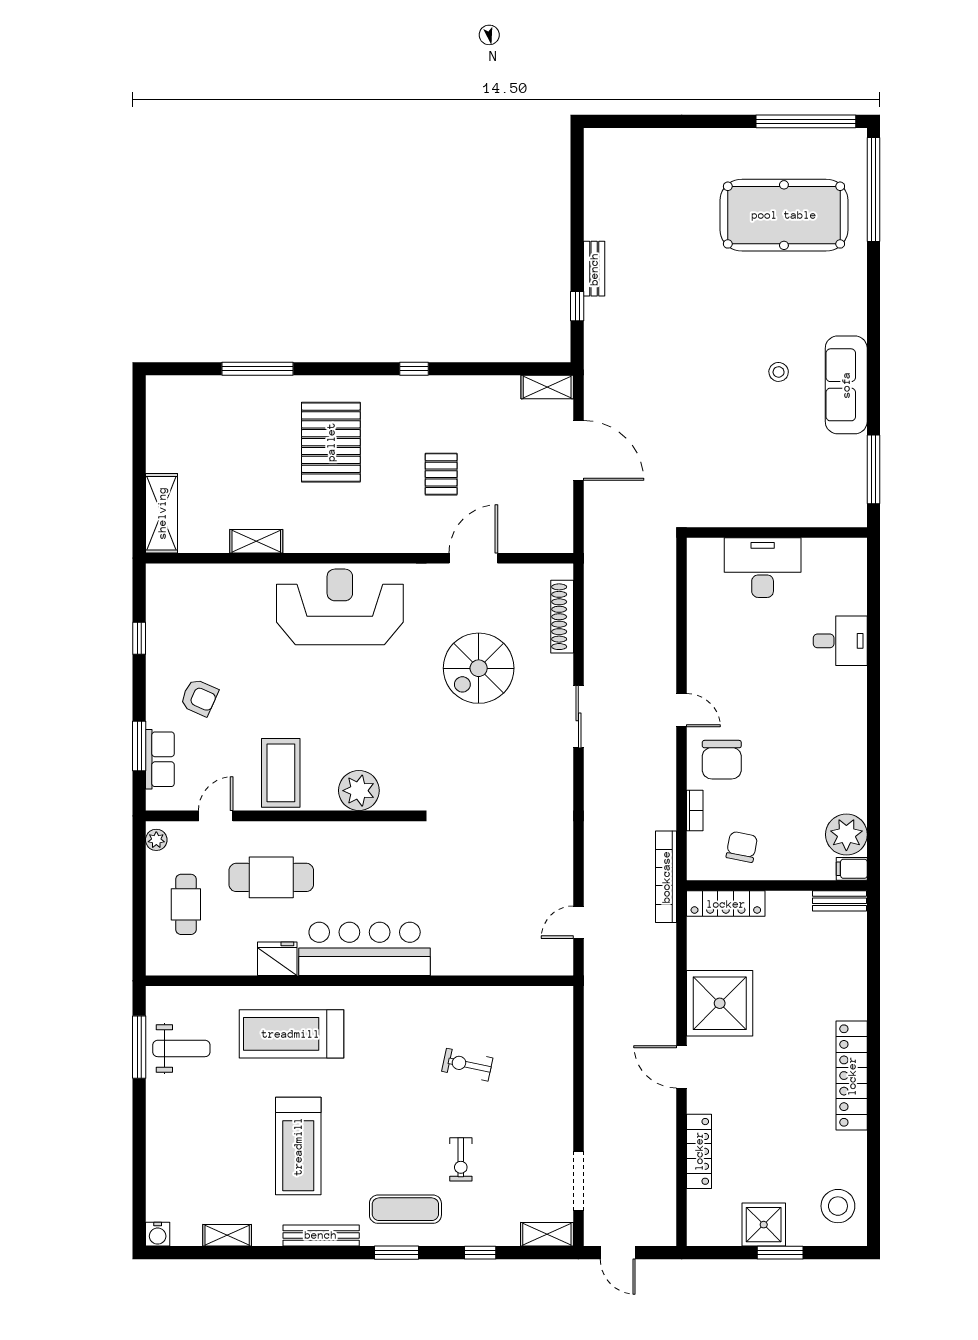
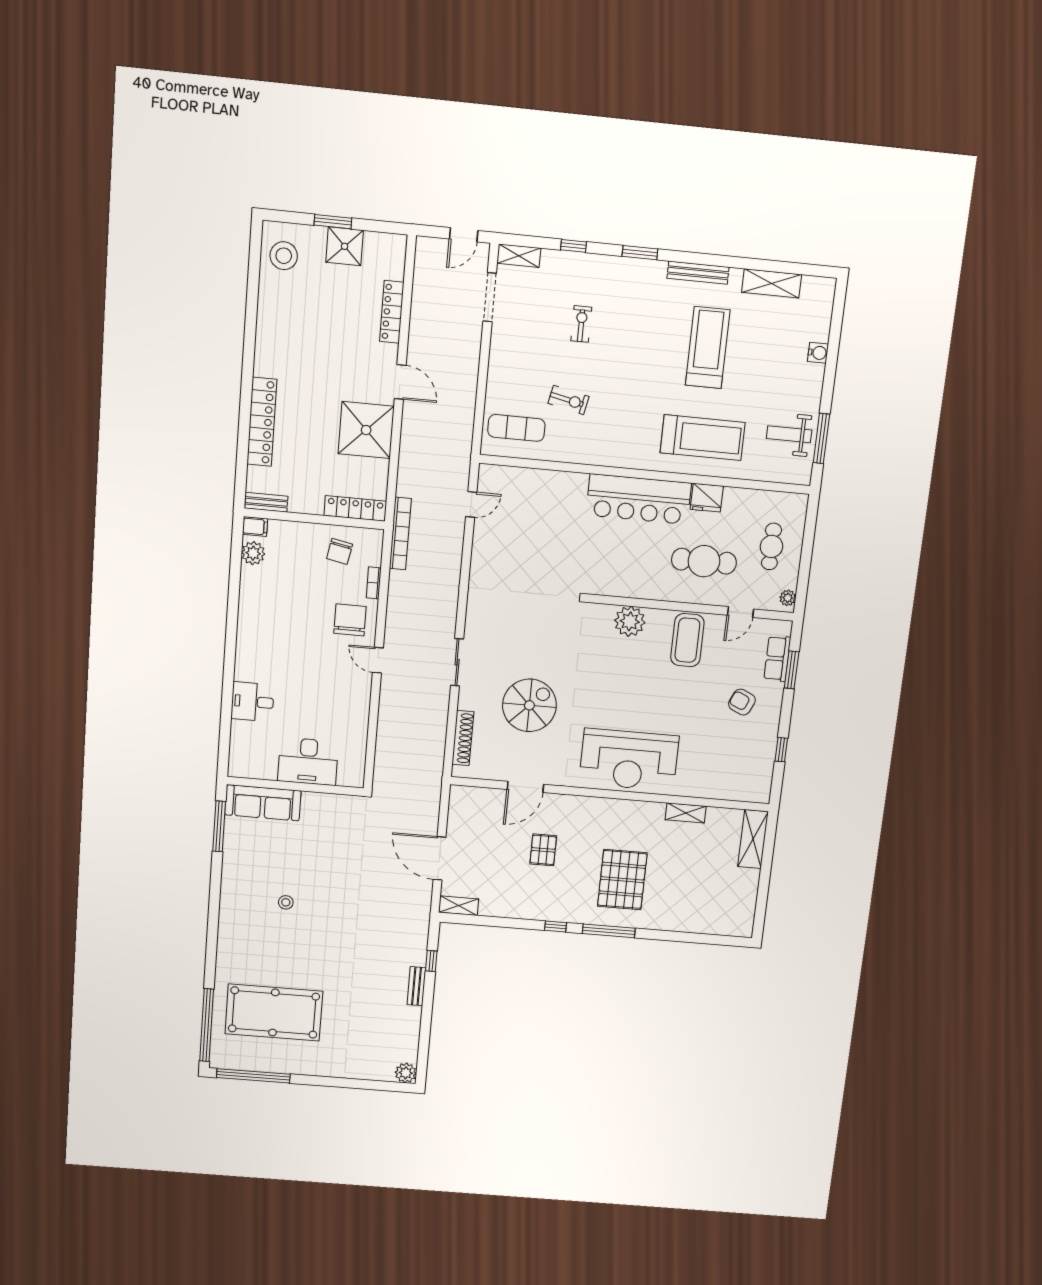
plant: (598, 143) -> (406, 1073), added
window: (257, 369) -> (609, 931), moved
sofa: (846, 385) -> (263, 803), moved, turned 90
plant: (846, 835) -> (253, 553), width x0.73, depth x0.73
locker: (852, 1076) -> (262, 422), moved
exercise mat: (405, 1209) -> (516, 428), moved
water cooler: (158, 1234) -> (818, 353), moved, turned 90
shelving: (227, 1235) -> (772, 283), width x1.50, depth x1.33
door: (618, 1253) -> (464, 235), swing flipped

